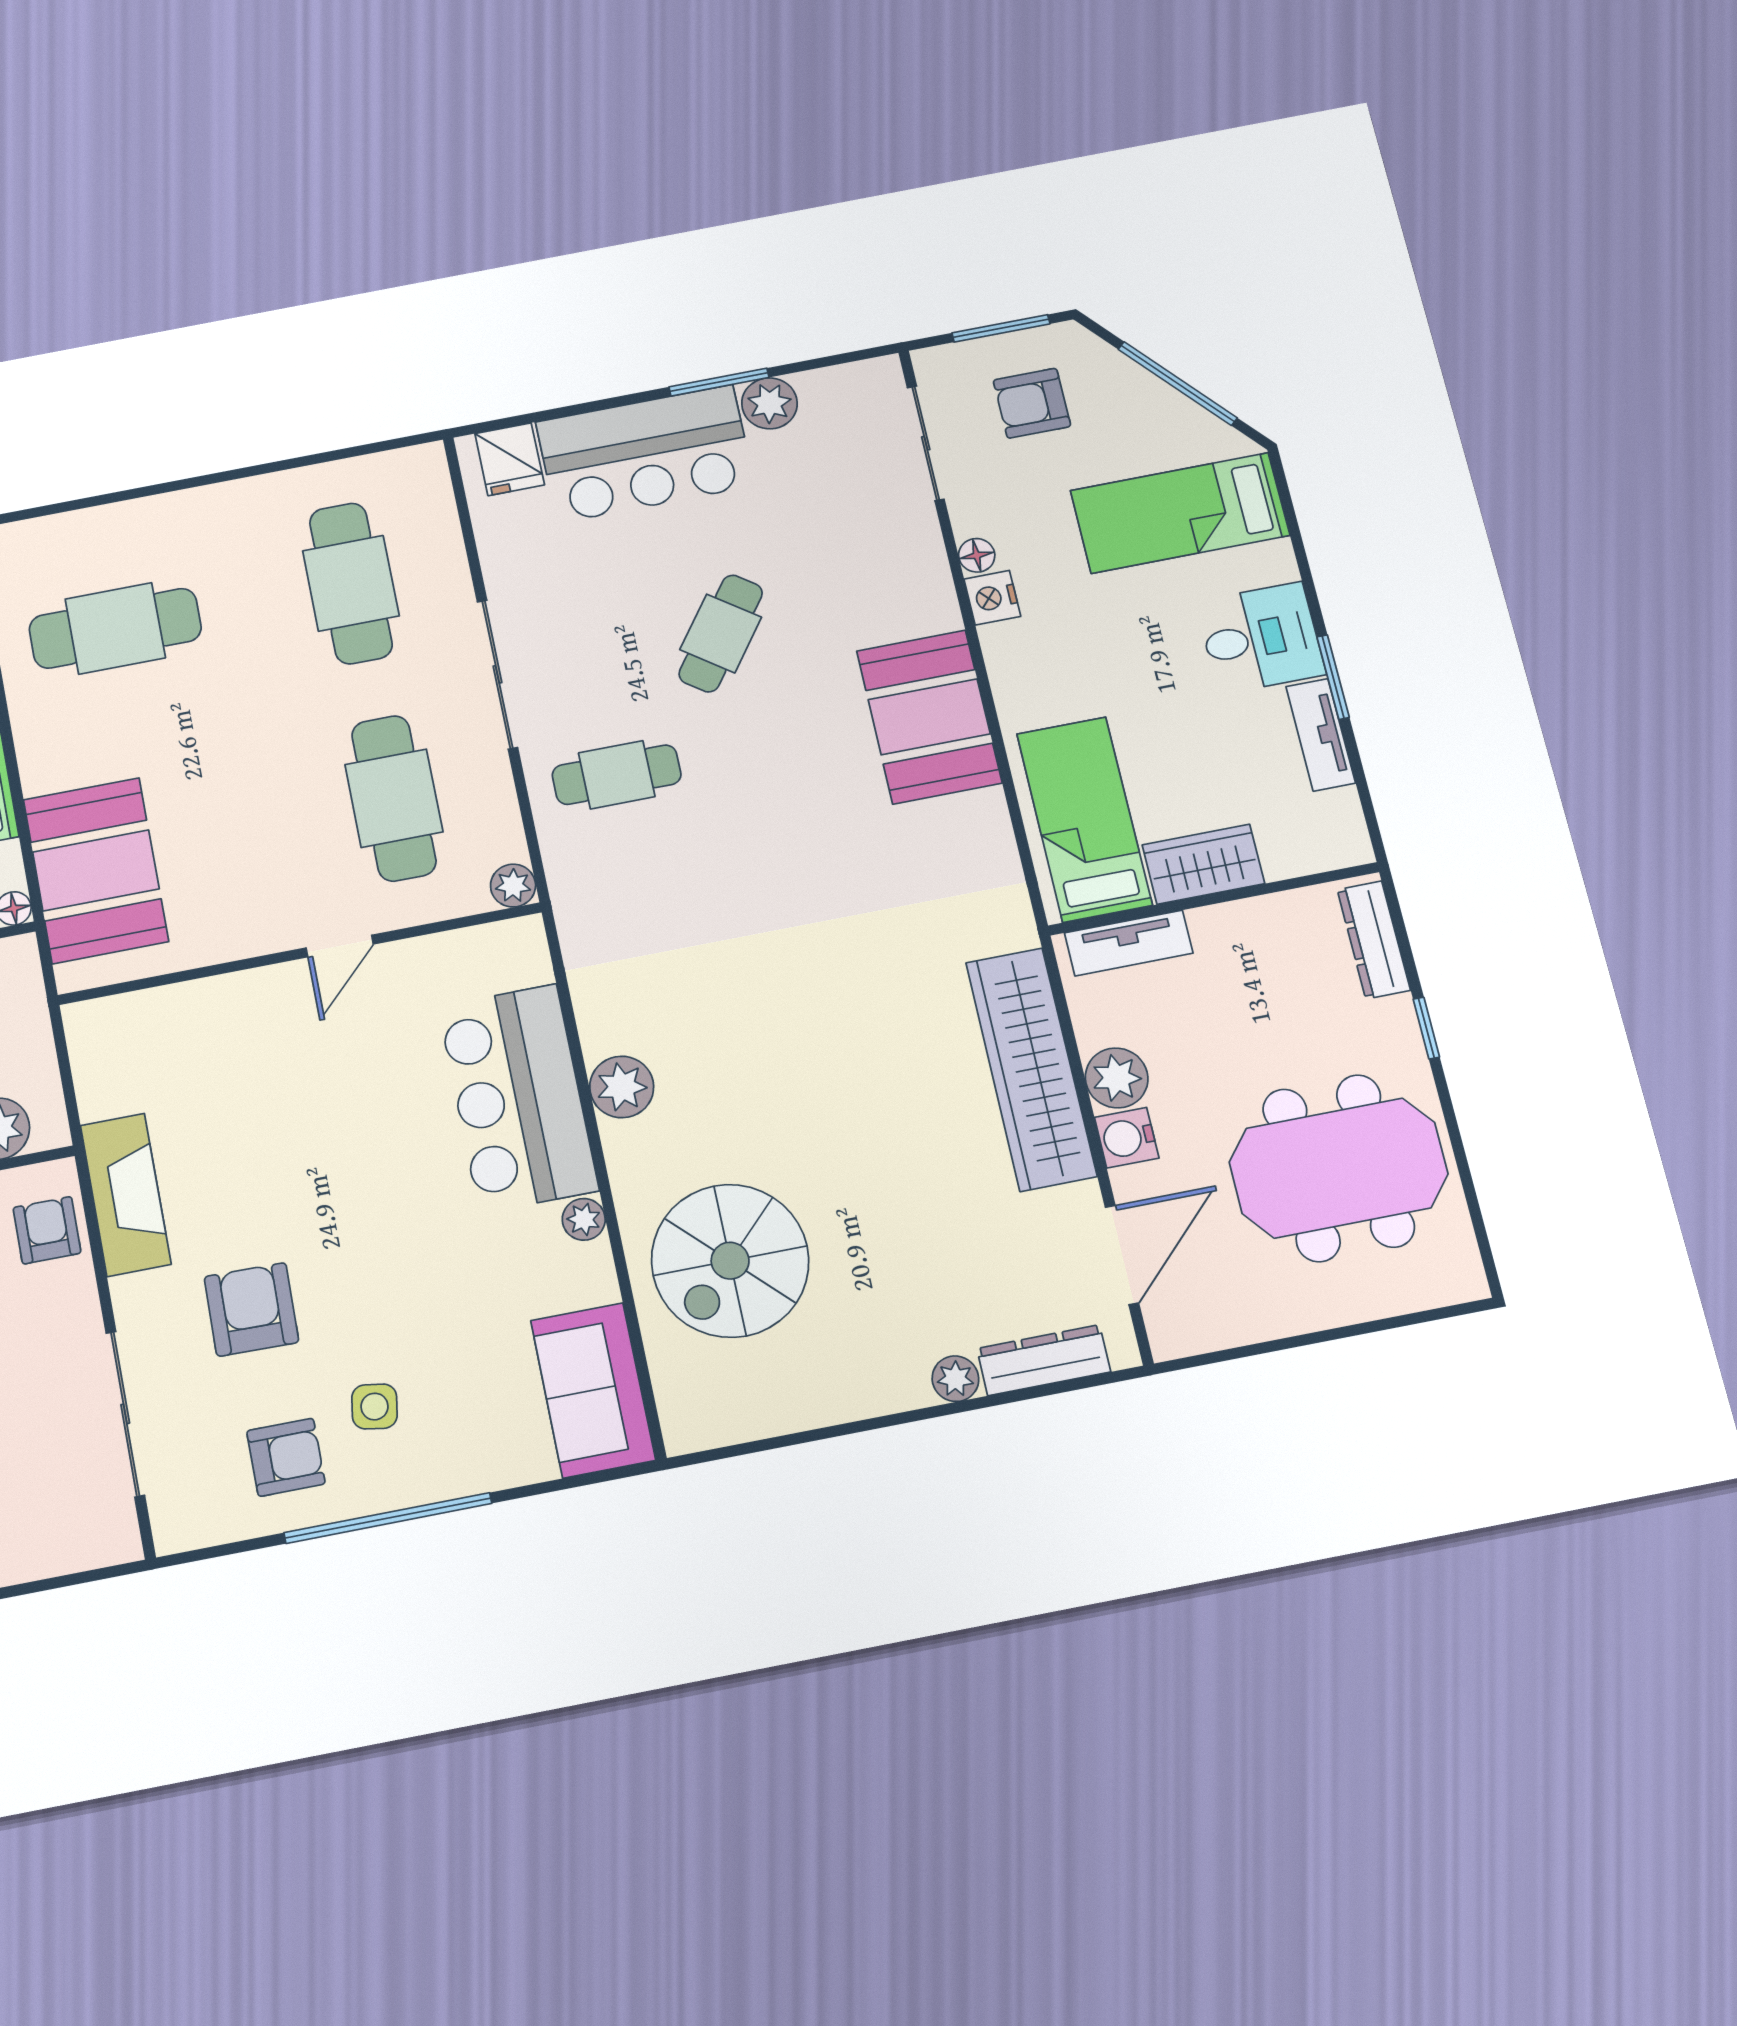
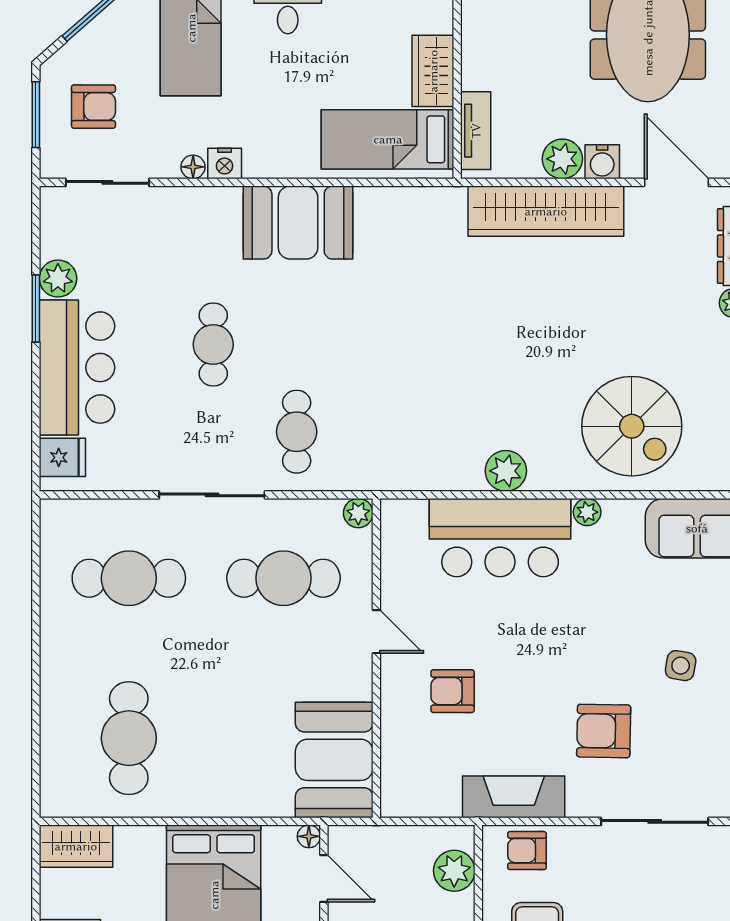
armchair: (1032, 403) -> (93, 107), turned -90
cafe table: (721, 633) -> (213, 344), turned 54
booth: (96, 870) -> (334, 760), moved, turned 90
armchair: (286, 1457) -> (453, 691), moved, turned -90

